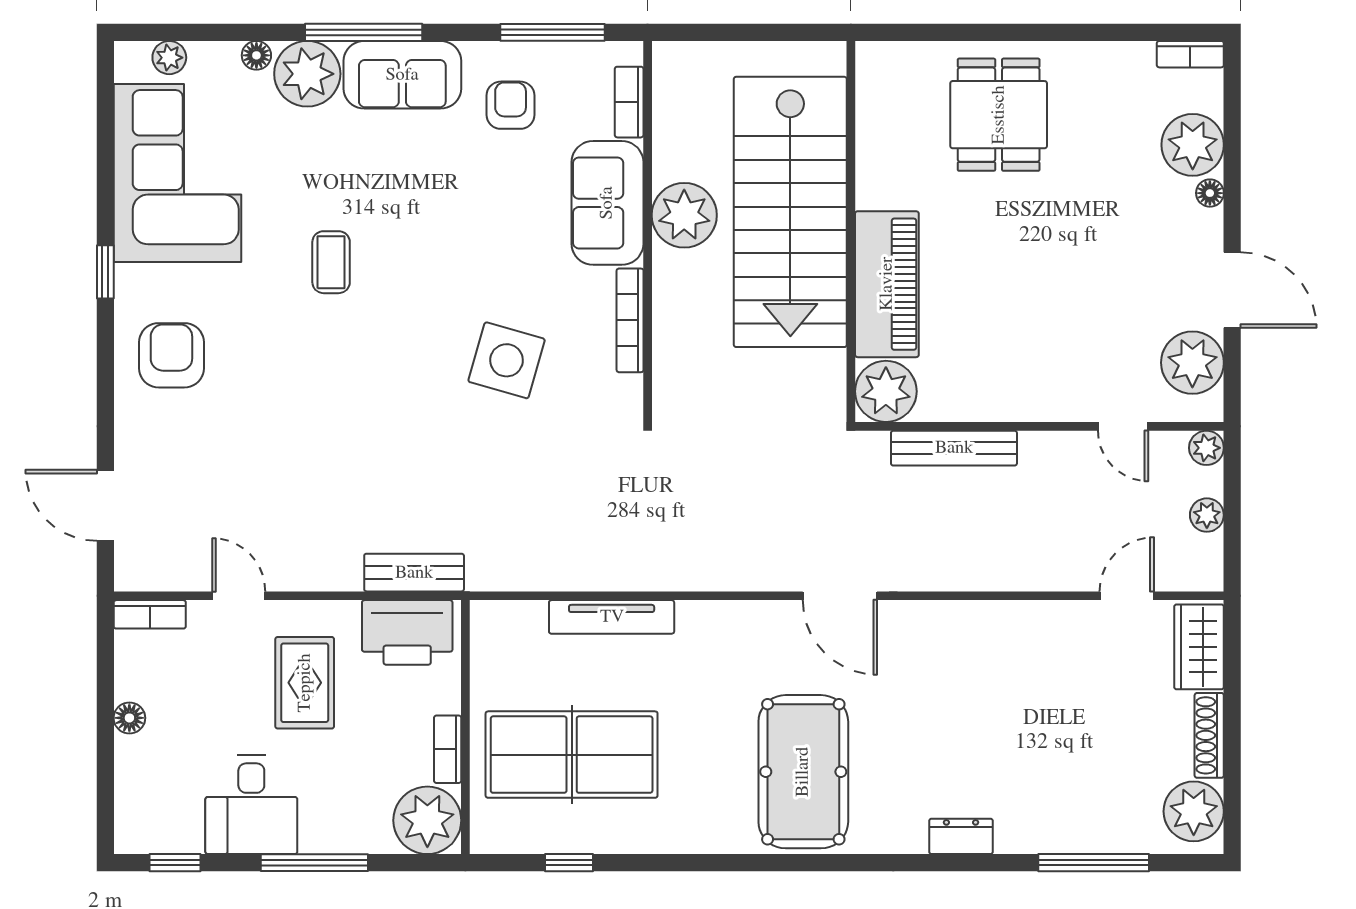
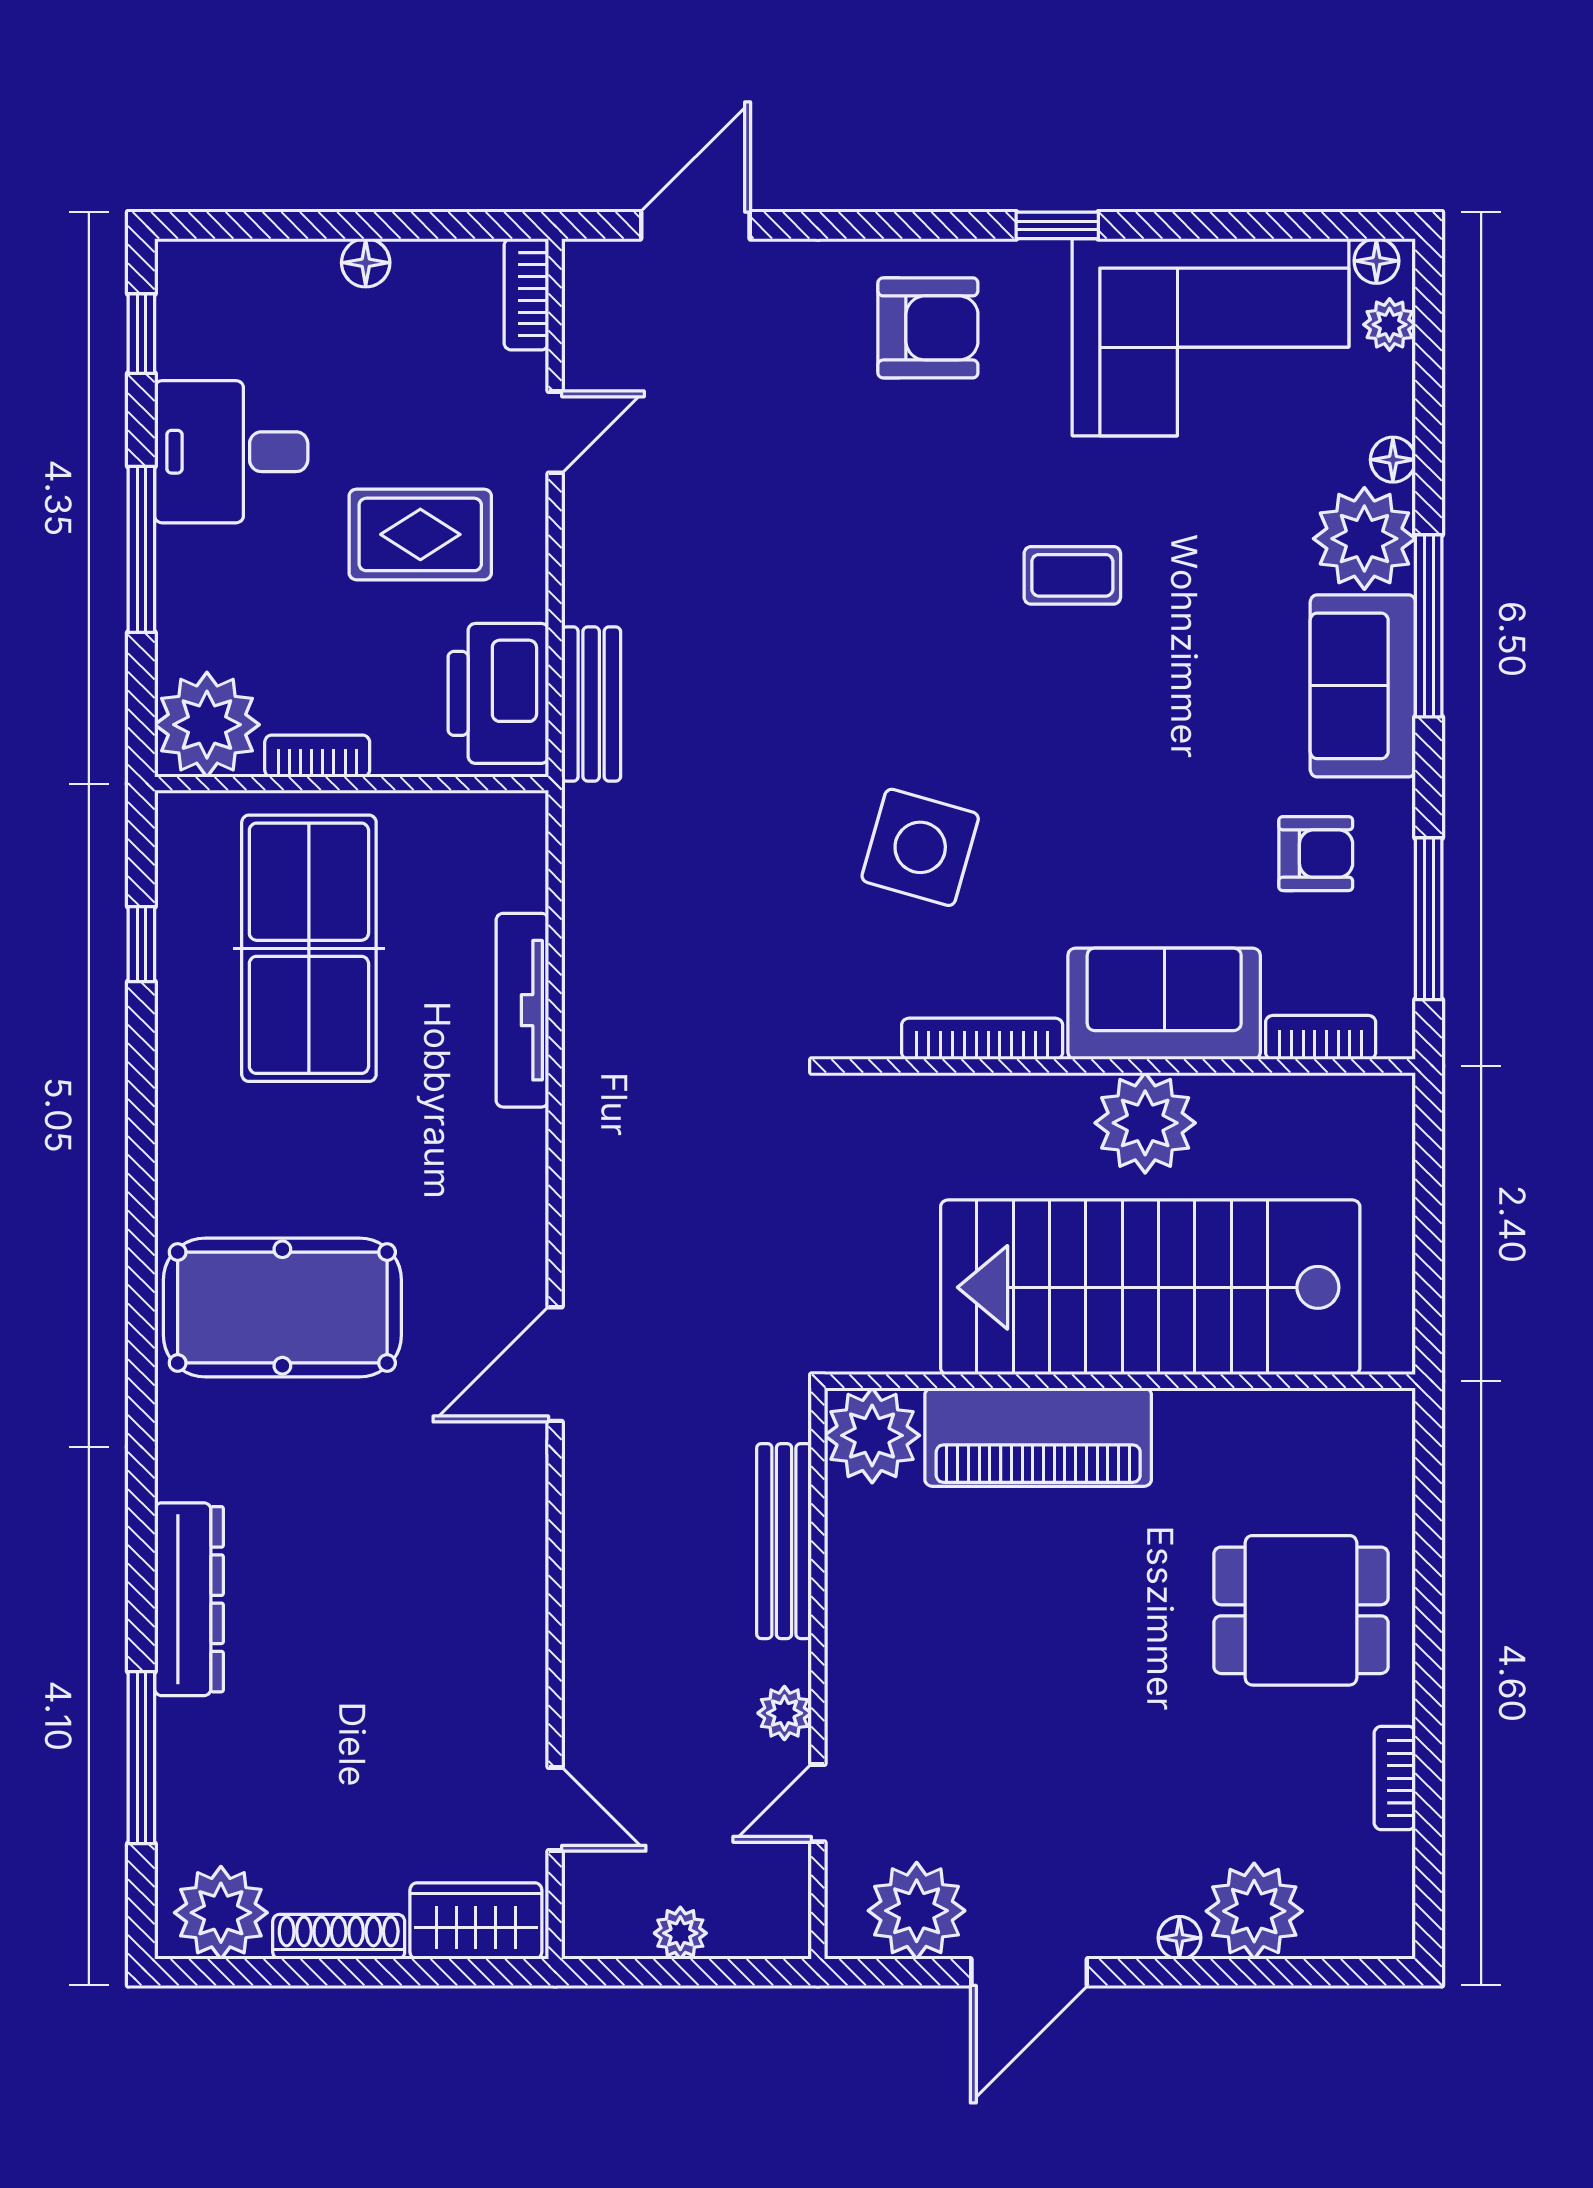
bookcase: (1190, 54) -> (1395, 1778), moved
floor lamp: (128, 66) -> (1376, 261), added
plant: (1206, 448) -> (784, 1713), moved
dresser: (961, 836) -> (189, 1599), width x1.96, depth x1.24

